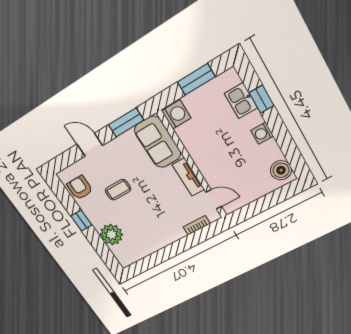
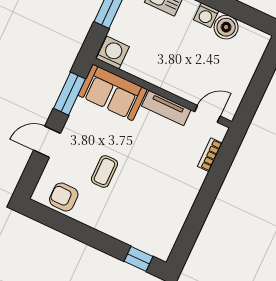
boiler: (281, 170) -> (226, 27), moved
window: (81, 221) -> (139, 259), moved
plant: (111, 235) -> (129, 229), removed

